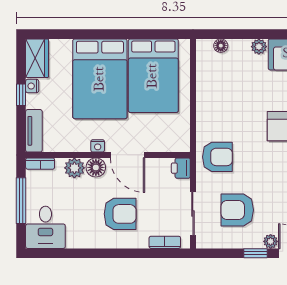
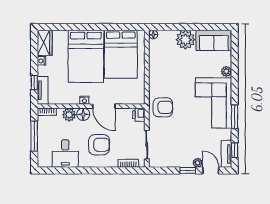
floor lamp: (221, 46) -> (153, 35), moved
plant: (259, 47) -> (186, 40), width x1.88, depth x1.88
window: (21, 95) -> (34, 83), moved
armchair: (237, 210) -> (176, 142), removed
desk: (45, 227) -> (65, 153), moved

